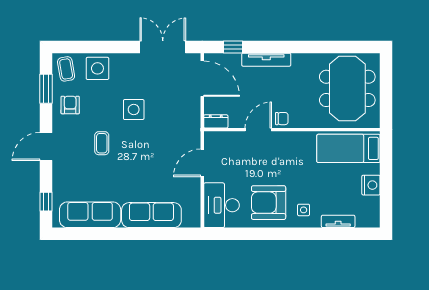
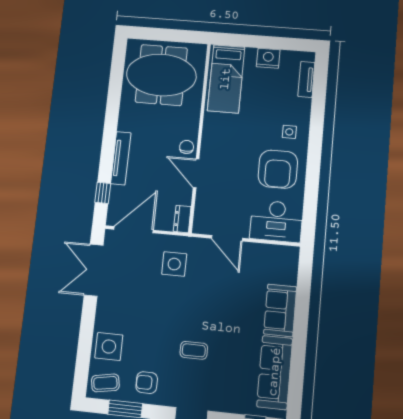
side table: (134, 110) -> (174, 264), moved
sofa: (151, 215) -> (280, 310), width x0.73
tv unit: (338, 221) -> (306, 79), moved

